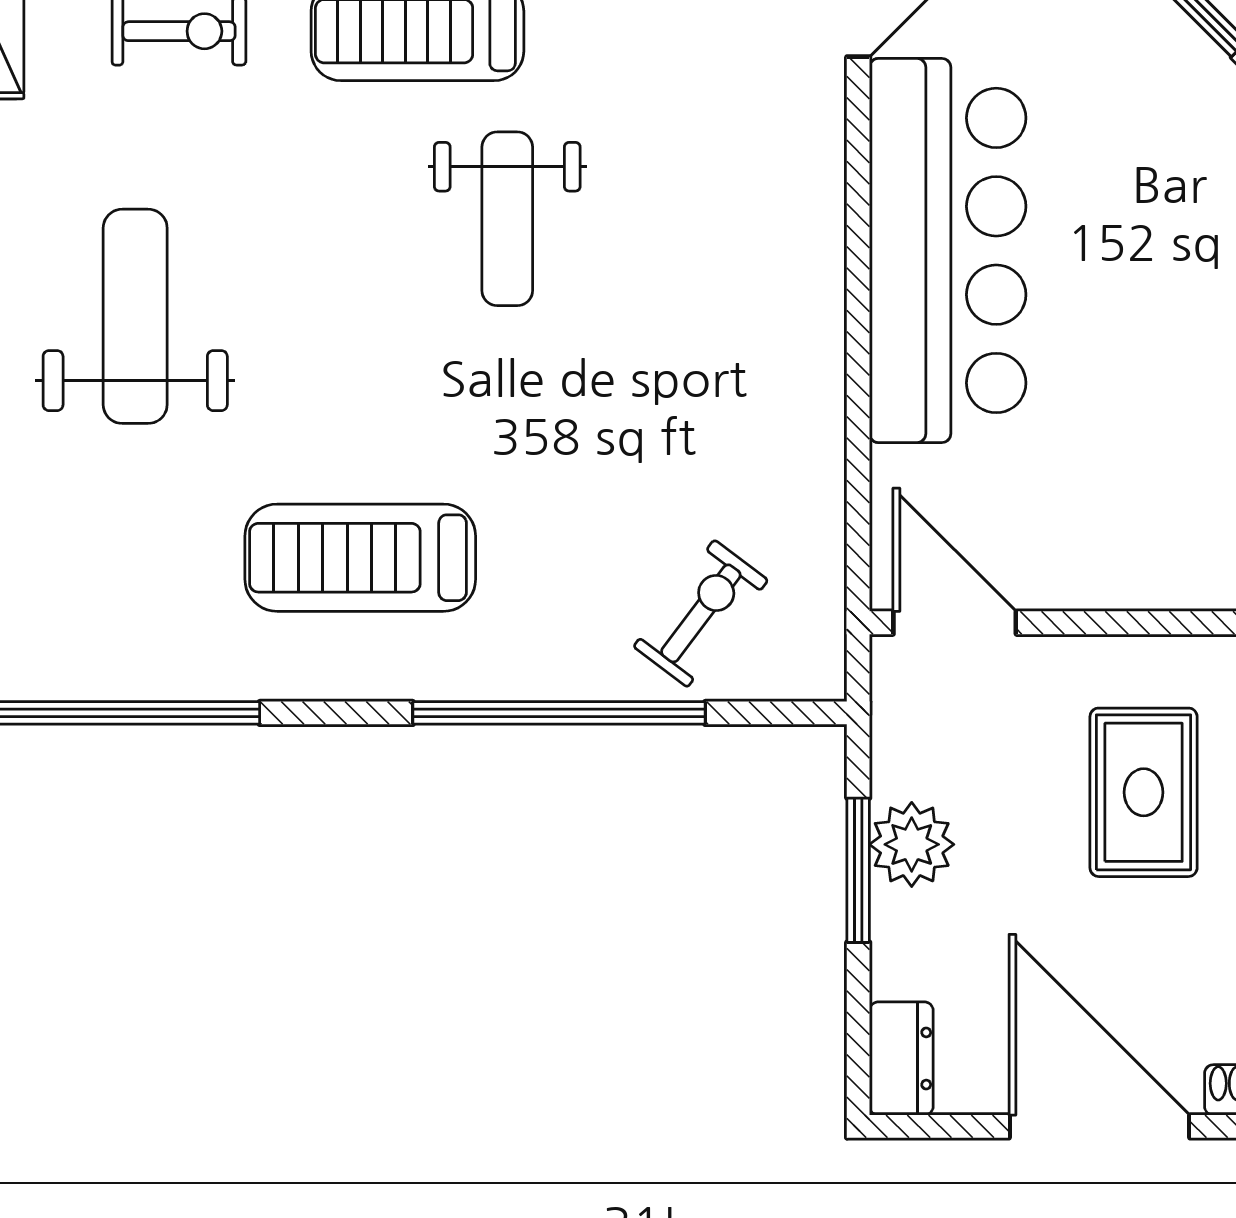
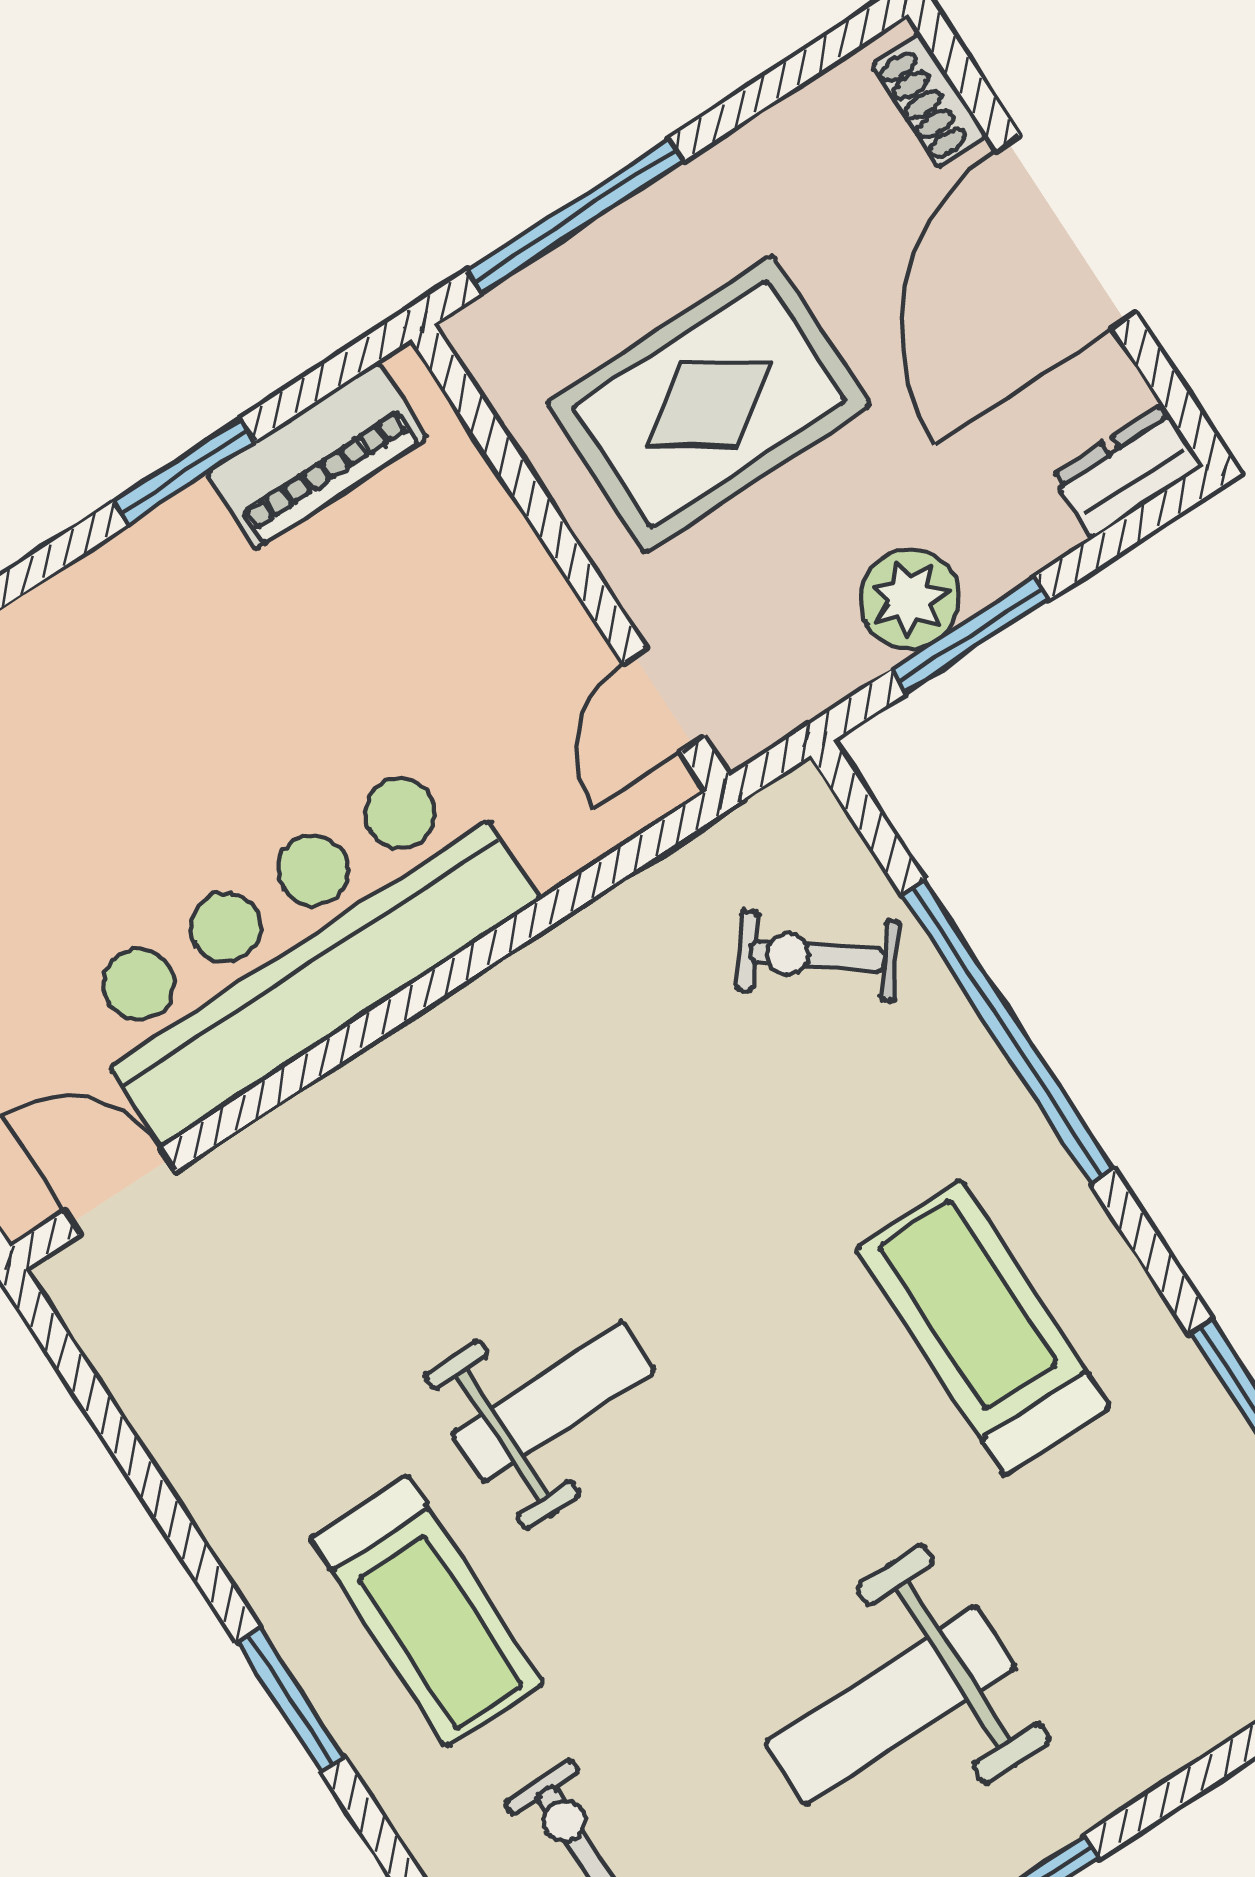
treadmill: (360, 558) -> (983, 1328), turned 180
door: (955, 623) -> (663, 700), width x0.73
rug: (1144, 792) -> (709, 404), width x1.36, depth x1.43

